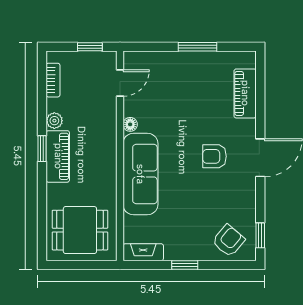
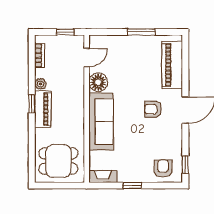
piano: (245, 93) -> (172, 65), width x1.37, depth x1.33
floor lamp: (130, 124) -> (98, 82), width x1.89, depth x1.89
armchair: (229, 241) -> (163, 168), turned -40

